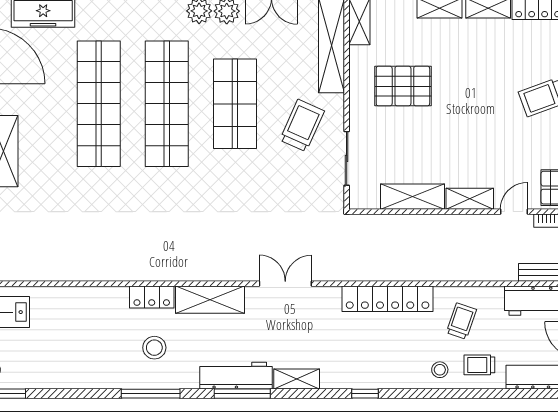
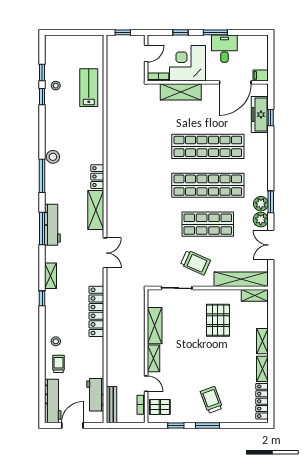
trolley: (461, 321) -> (84, 354), removed
stool: (154, 348) -> (53, 157), moved
shelving: (297, 379) -> (50, 276), moved

